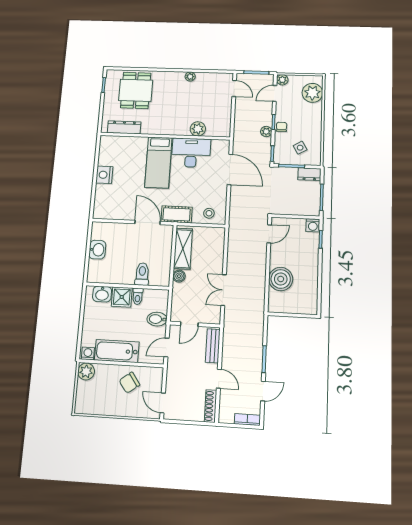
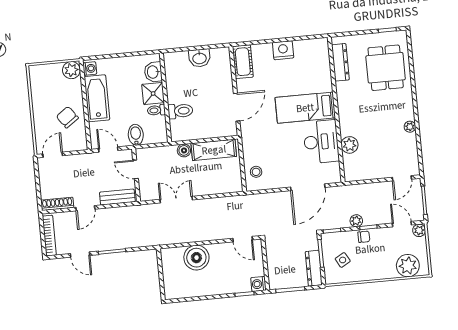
dining table: (136, 90) -> (386, 68), turned 90
dresser: (309, 174) -> (314, 268), width x1.44
cot: (177, 214) -> (243, 62), moved
bookcase: (247, 420) -> (49, 236), width x1.56

